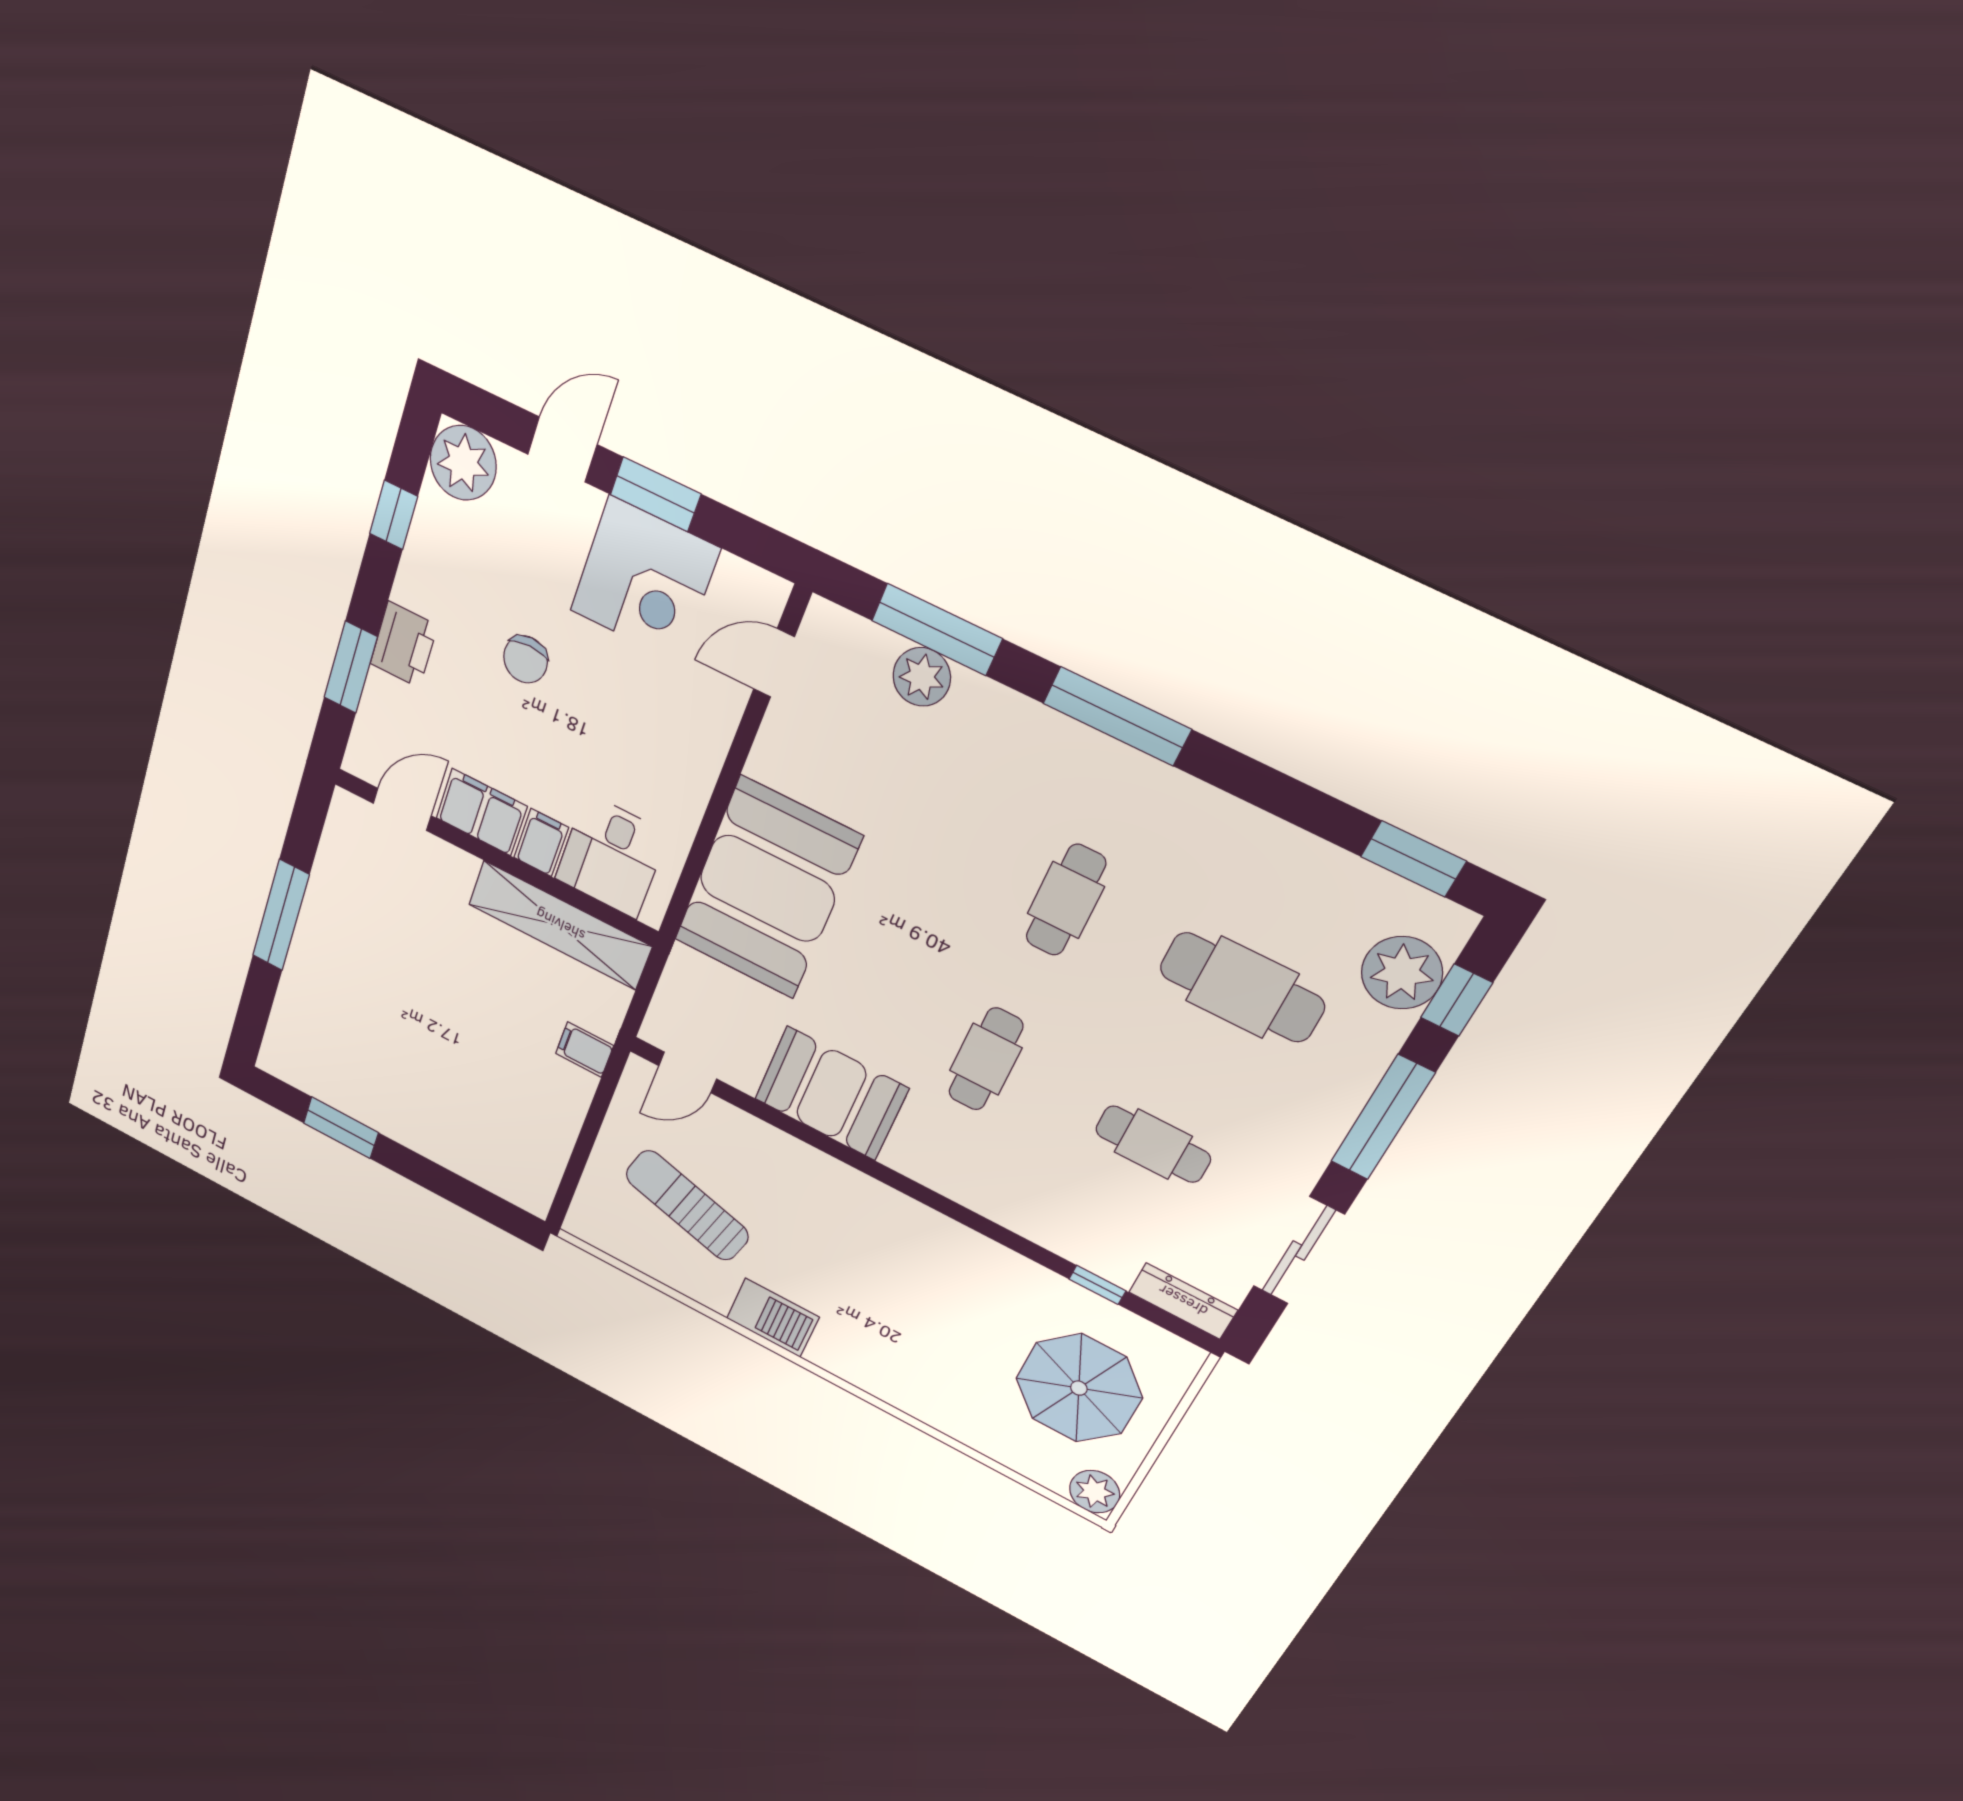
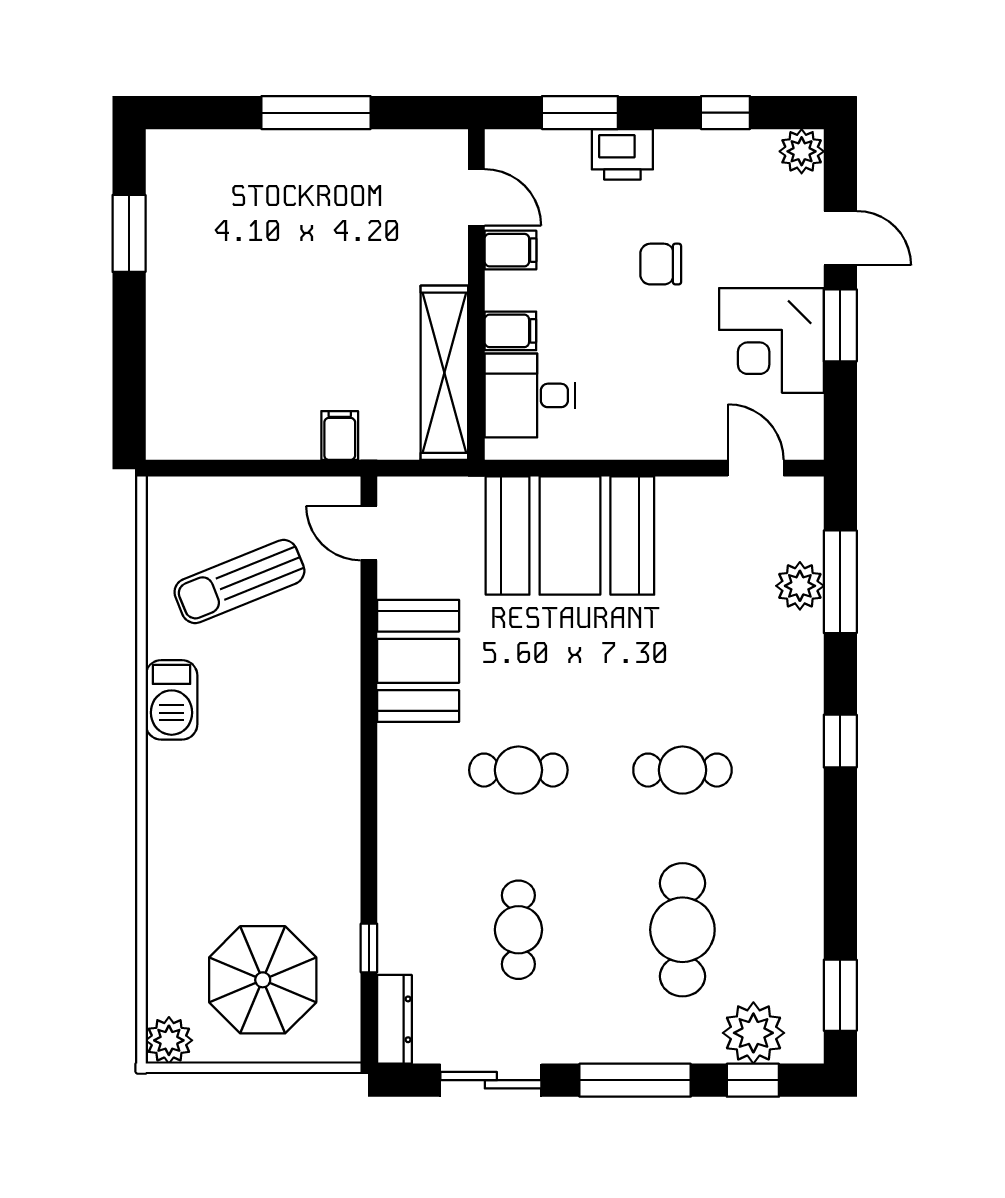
plant: (463, 463) -> (802, 151), width x0.73, depth x0.73
window: (1117, 716) -> (840, 741), width x0.46
filing cabinet: (482, 812) -> (511, 250), width x0.50
sun lounger: (687, 1205) -> (239, 581), turned -127

